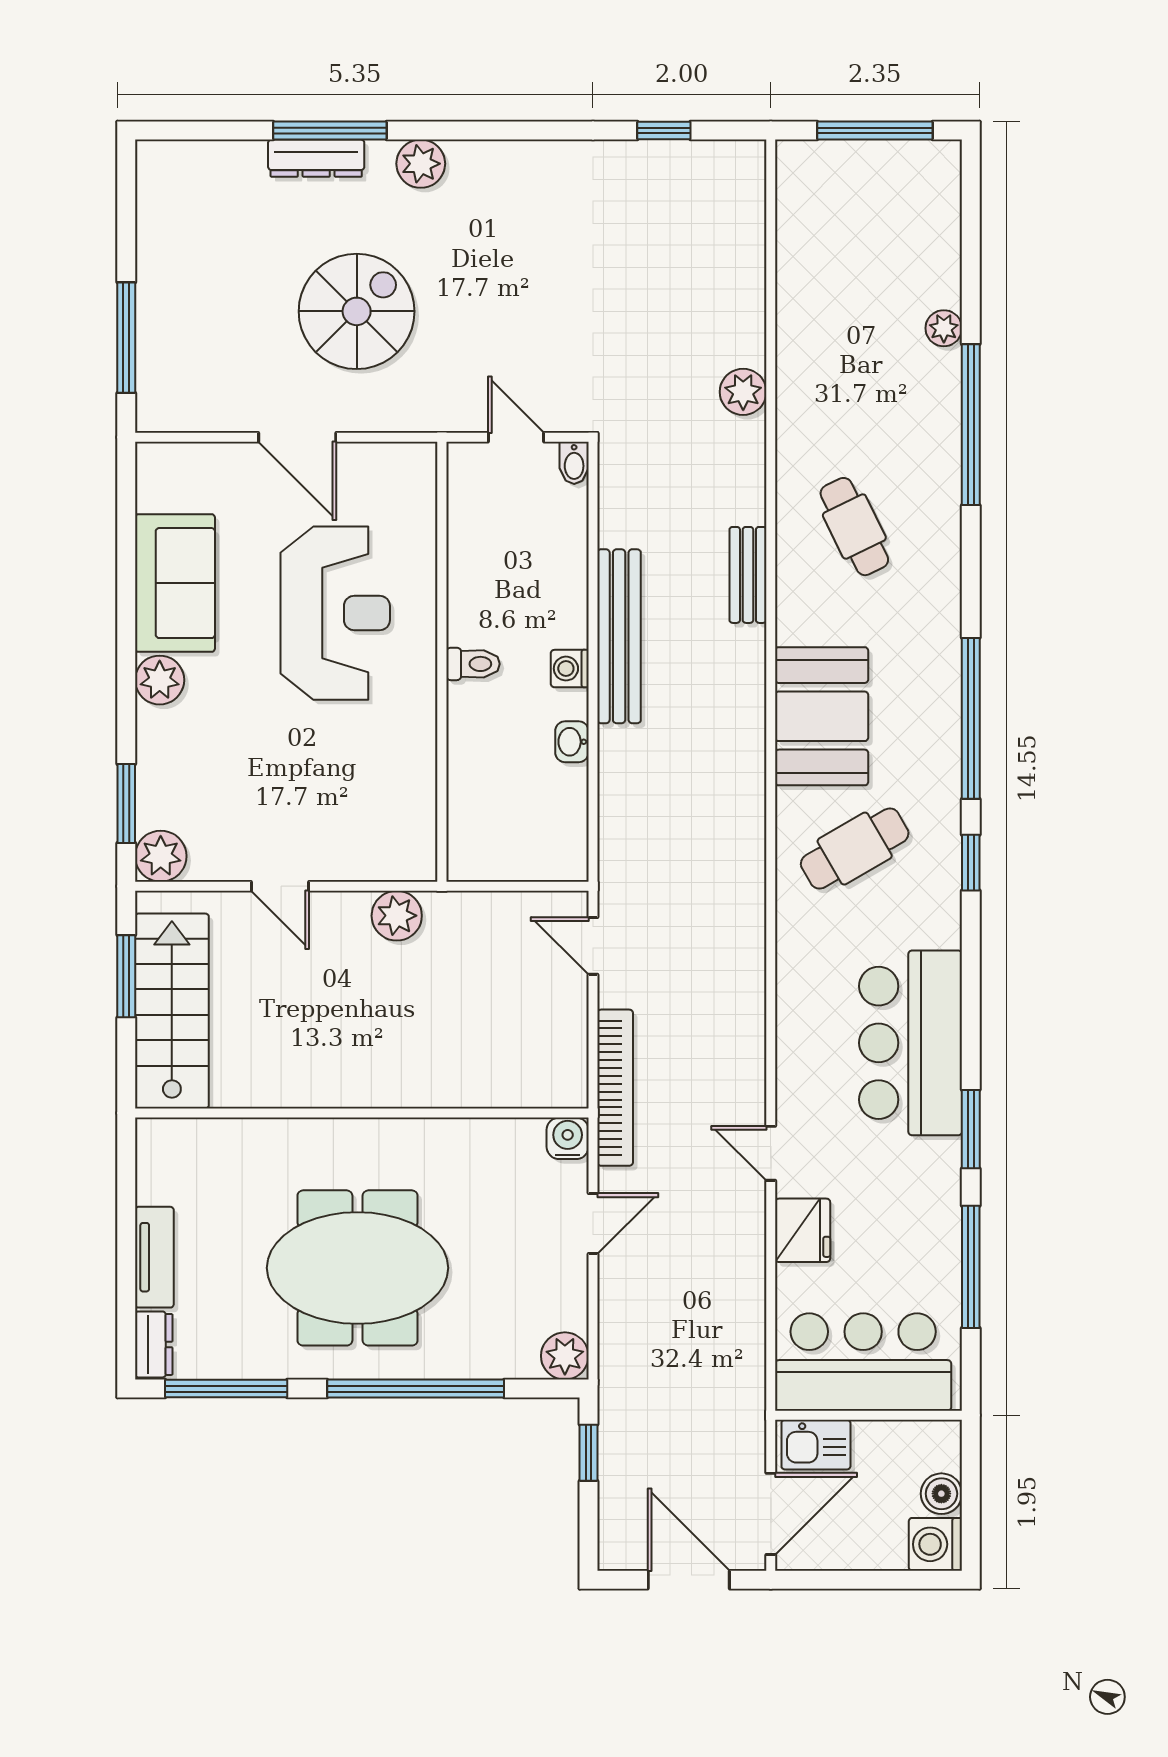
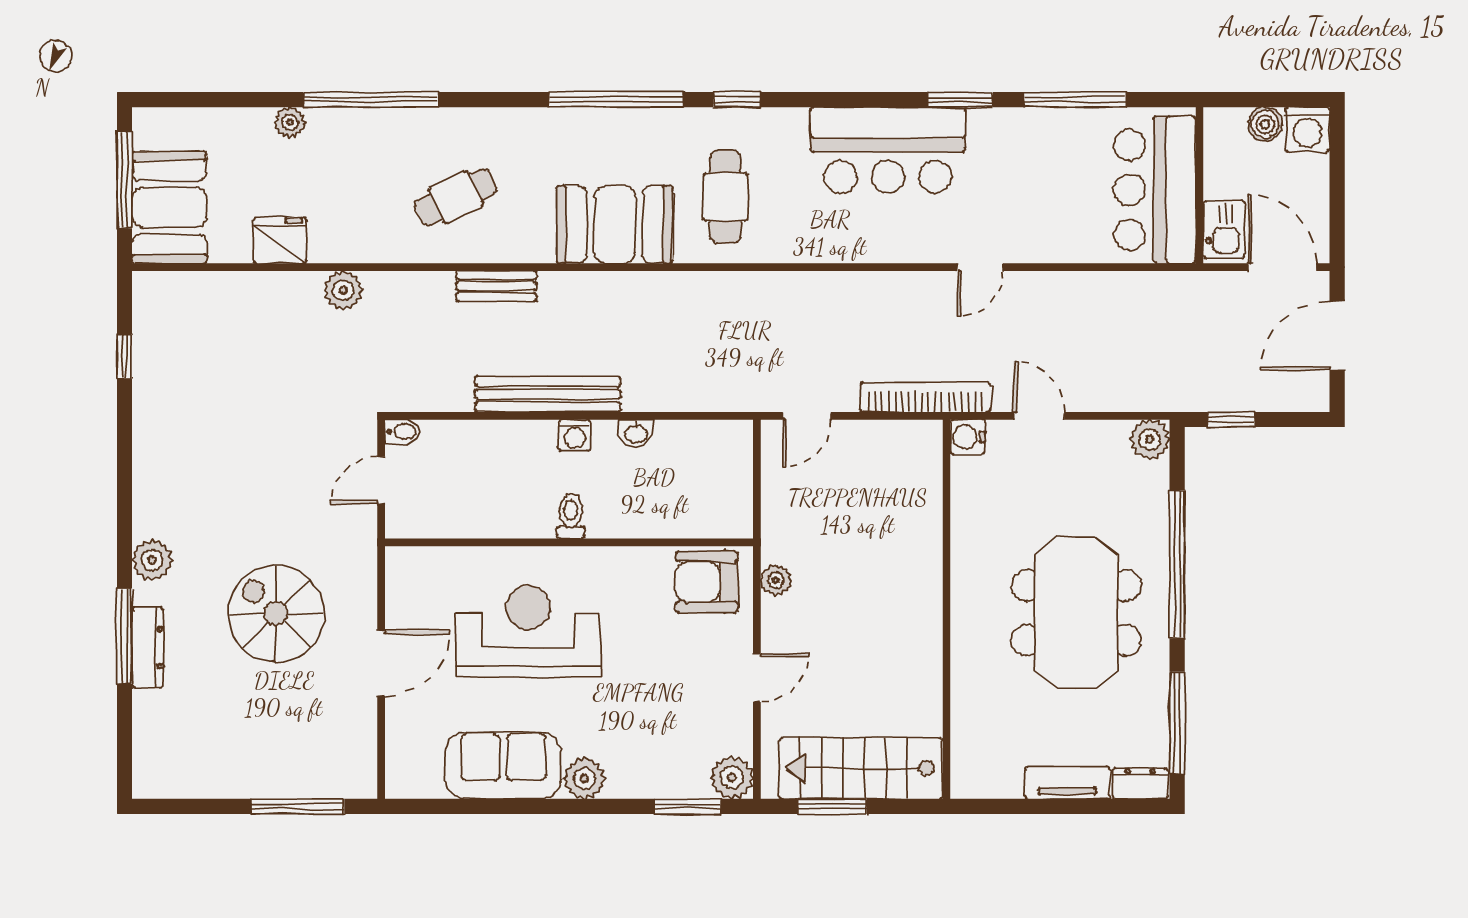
booth: (842, 184) -> (169, 207), added
armchair: (395, 826) -> (707, 582), added
cafe table: (855, 849) -> (725, 197), turned 30
plant: (397, 916) -> (776, 580), width x0.73, depth x0.73
fridge: (803, 1230) -> (280, 240), moved

